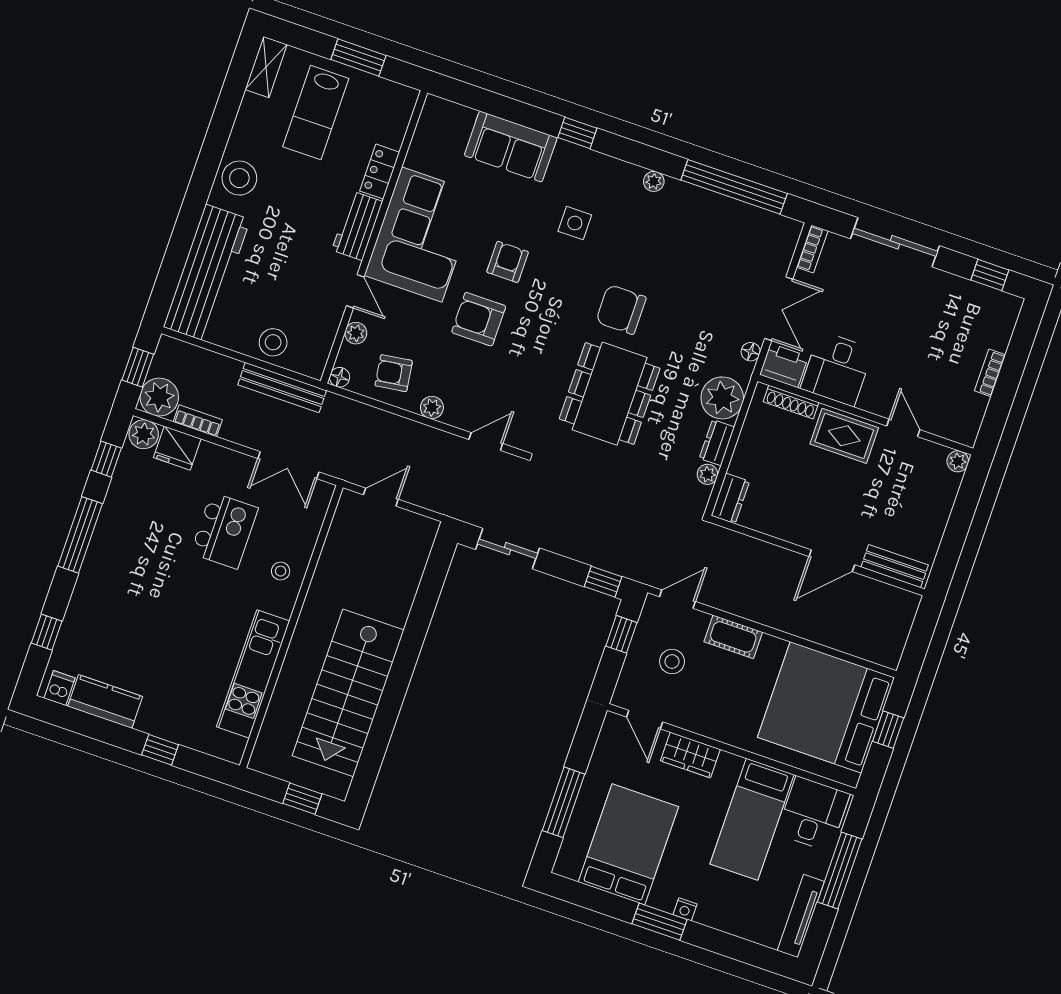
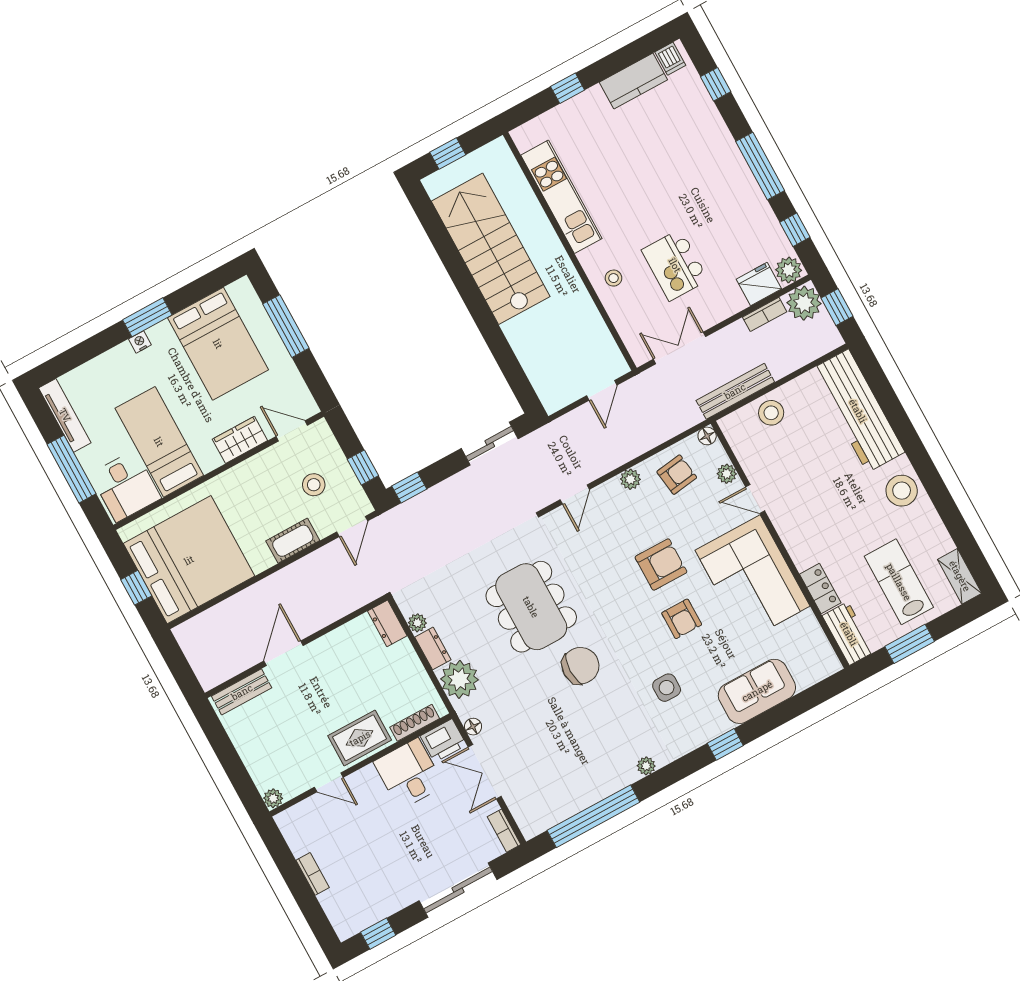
workbench: (357, 226) -> (849, 634), moved

